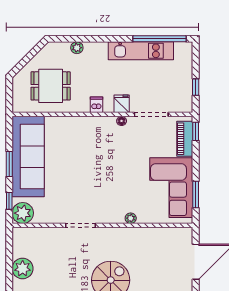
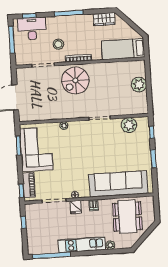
kitchen unit: (141, 51) -> (82, 245), moved
dining table: (51, 86) -> (127, 217), width x1.38
sofa: (28, 157) -> (118, 184), moved, turned 90
plant: (23, 213) -> (129, 125), moved

